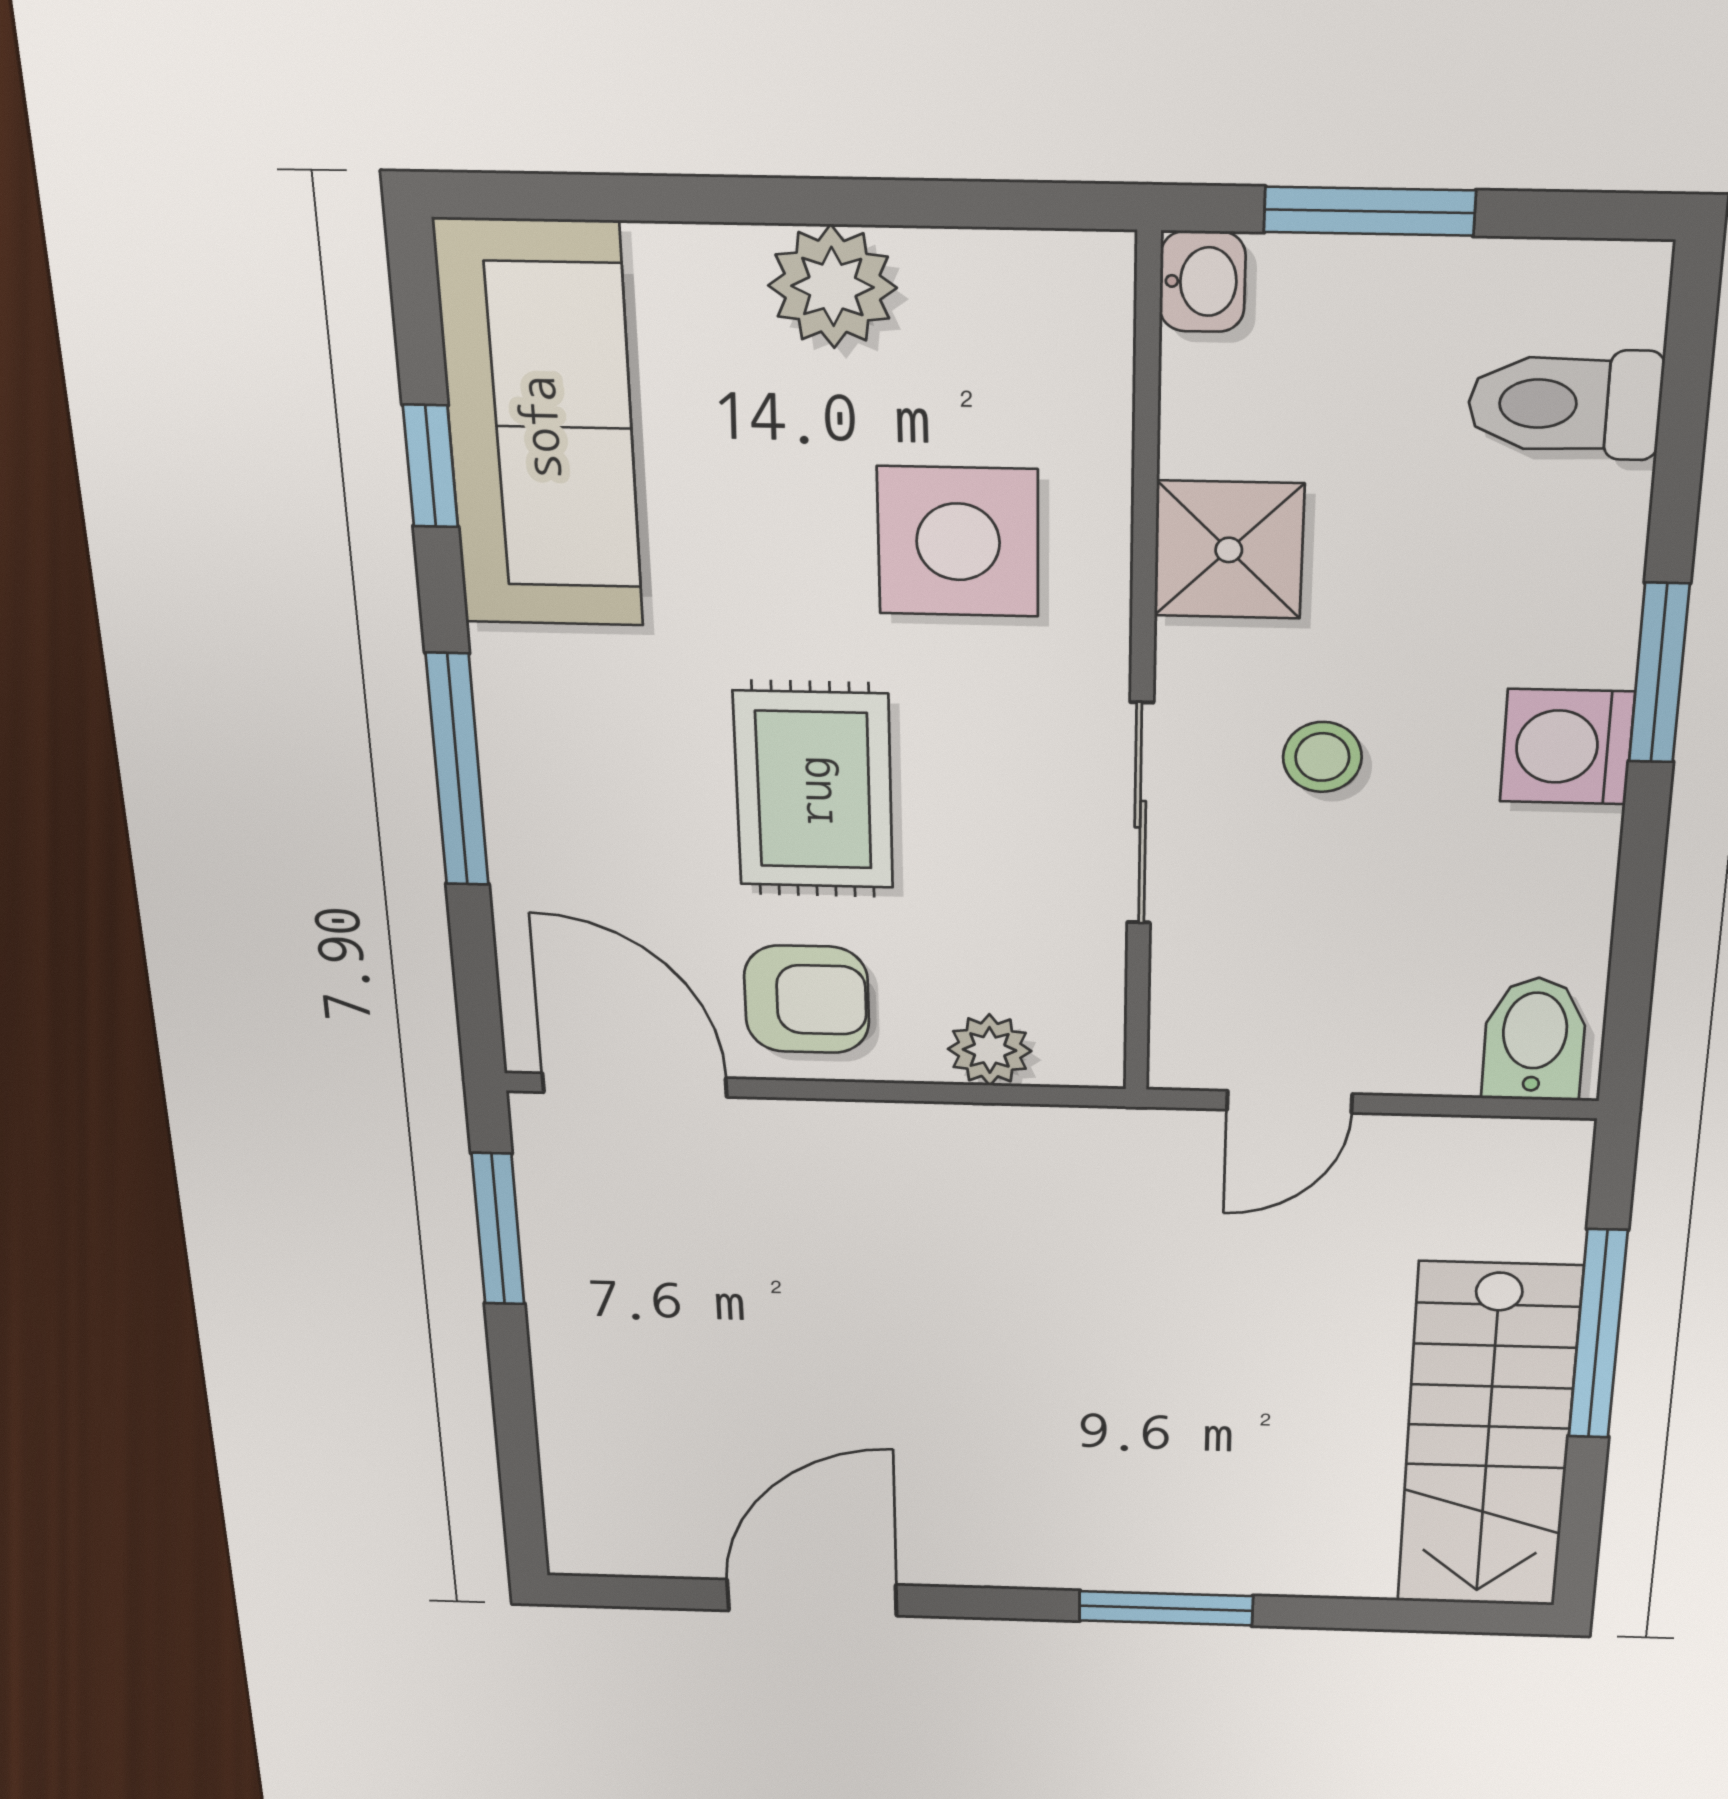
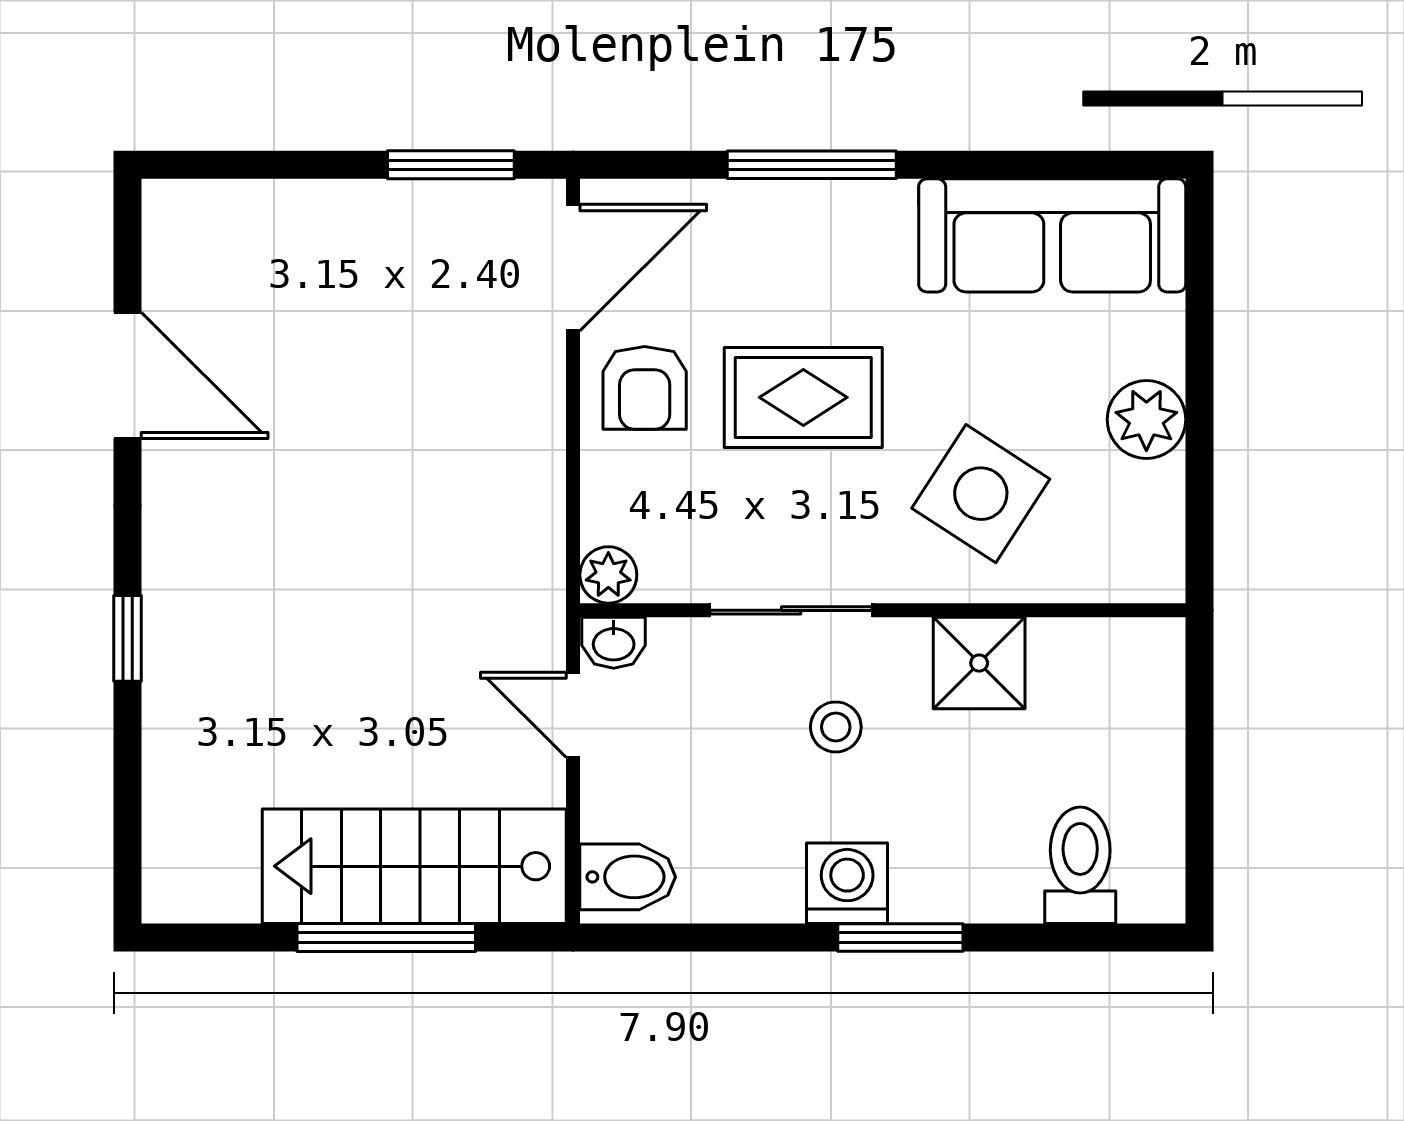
window: (1370, 211) -> (1199, 741), removed
washbasin: (1202, 281) -> (614, 643), moved
window: (430, 466) -> (1025, 165), removed
side table: (958, 542) -> (981, 494), turned 33
plant: (990, 1050) -> (608, 575), moved
stairs: (1488, 1438) -> (414, 866), moved
window: (1166, 1608) -> (128, 638), width x0.67

